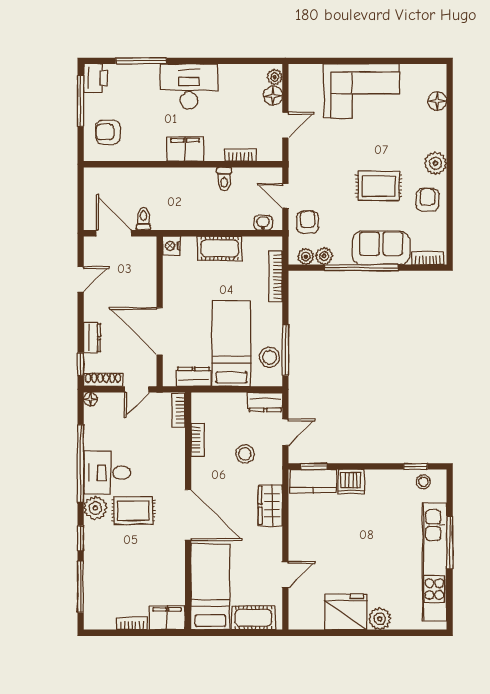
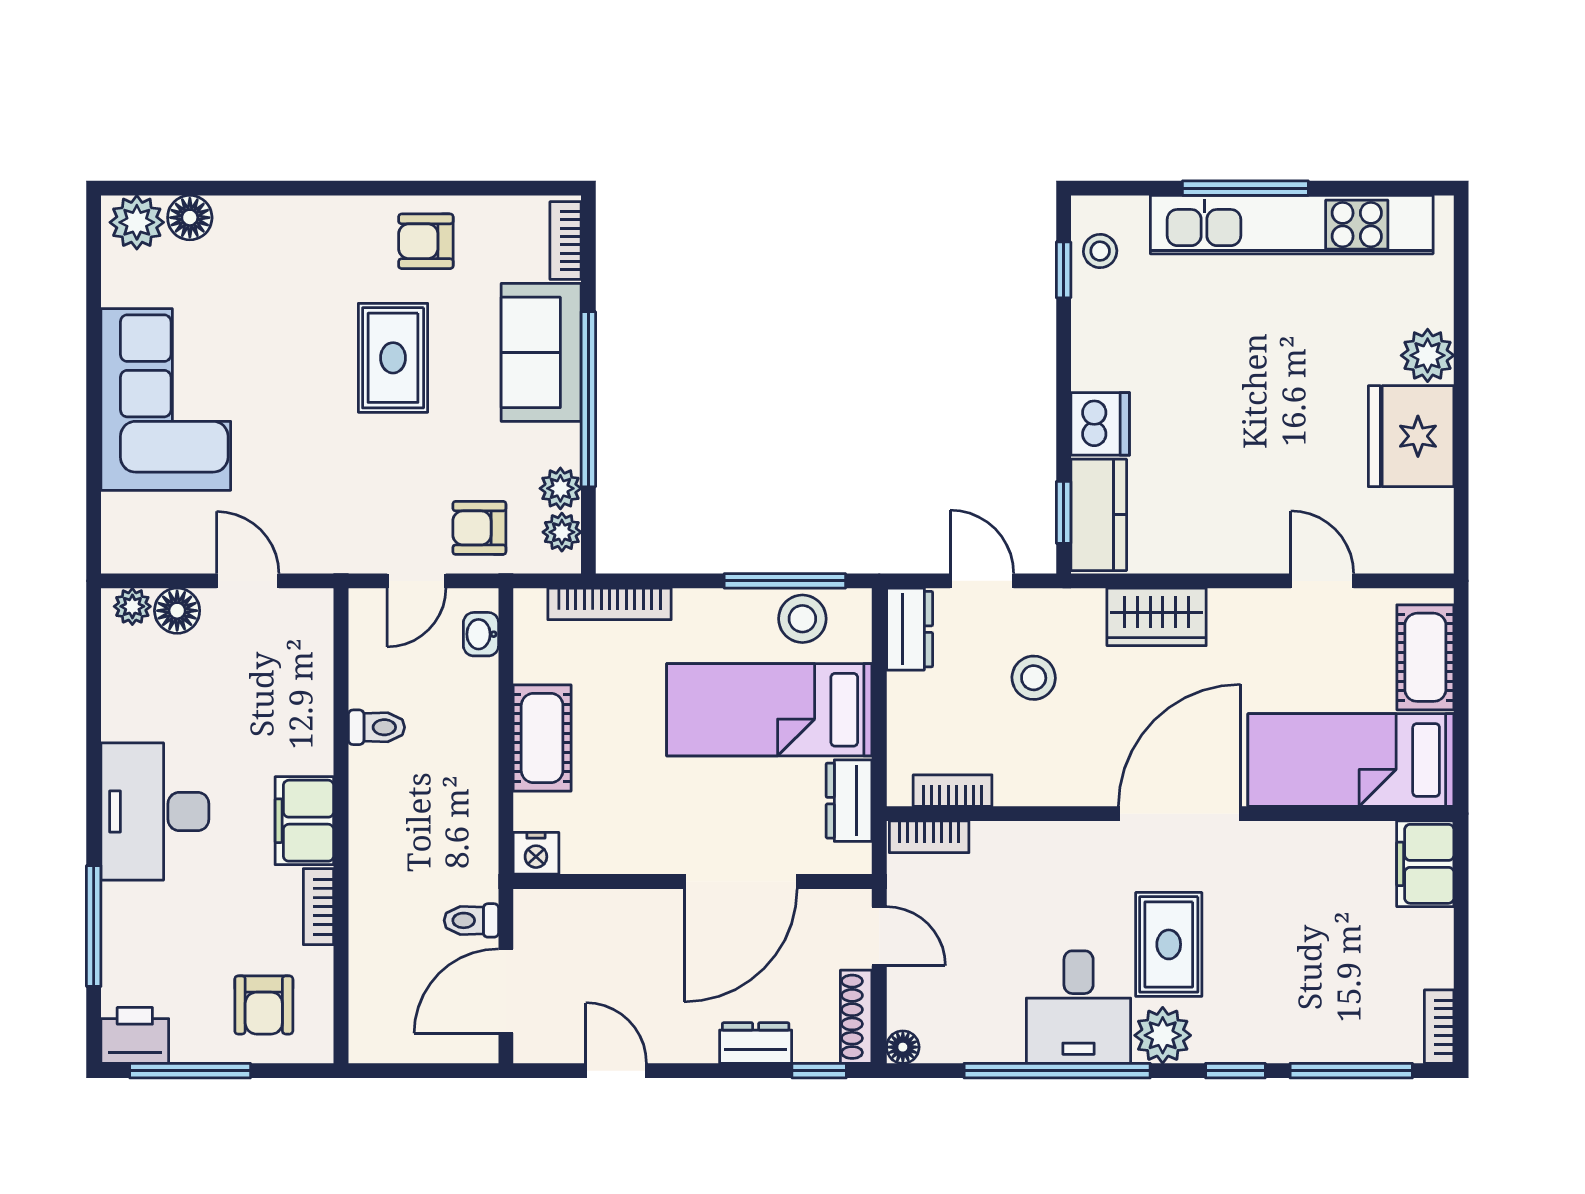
bookcase: (240, 155) -> (318, 907), moved
plant: (435, 163) -> (137, 222), moved
bookcase: (198, 440) -> (953, 791), moved
bookcase: (132, 624) -> (1439, 1027), moved

